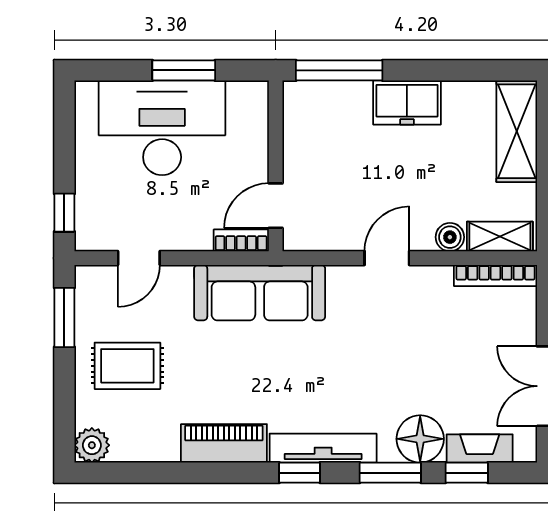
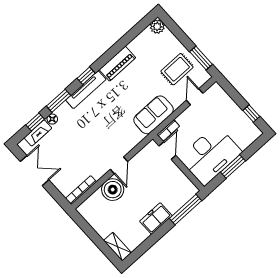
desk: (162, 128) -> (210, 155), moved
shelving: (517, 131) -> (118, 247), width x0.67, depth x0.75
window: (64, 213) -> (251, 113), moved
shelving: (500, 236) -> (90, 203), removed
boiler: (450, 237) -> (113, 190), width x1.86, depth x1.86
sofa: (260, 293) -> (154, 115), width x0.73
rug: (127, 366) -> (177, 69), moved
floor lamp: (420, 439) -> (52, 119), width x0.53, depth x0.53

